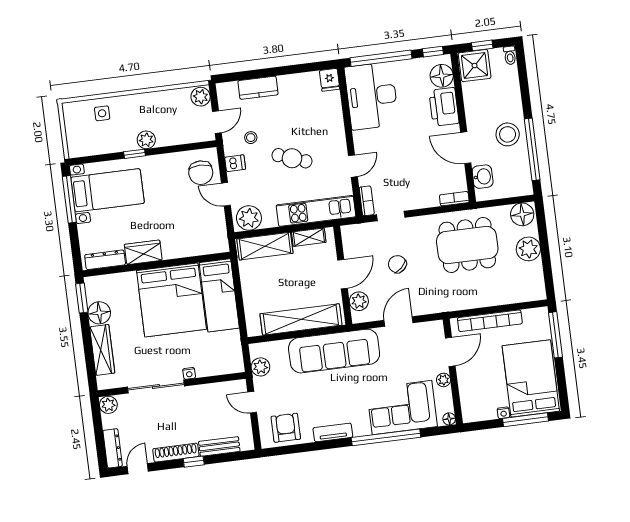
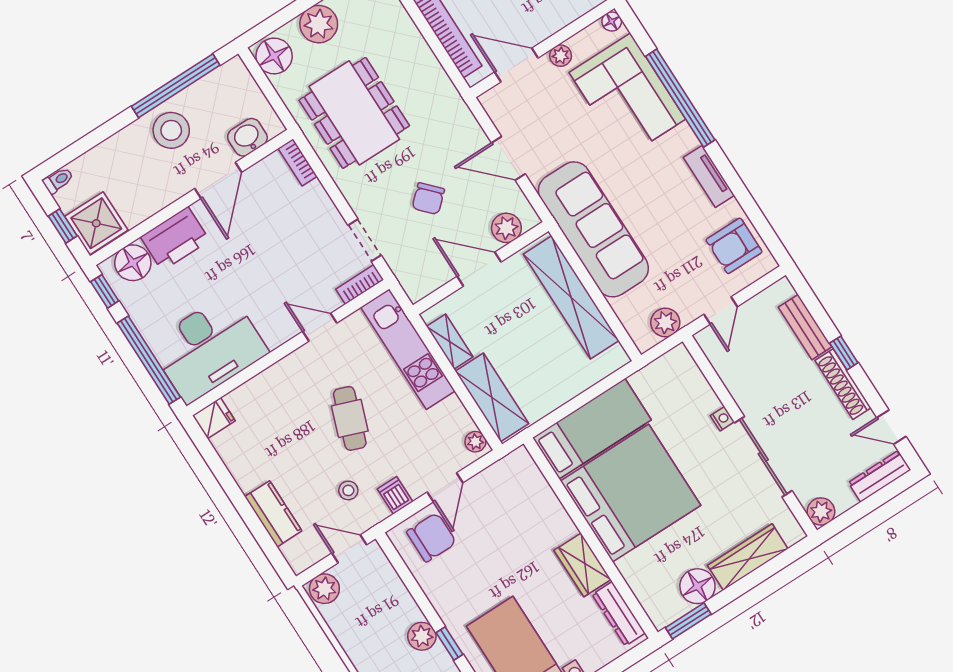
plant: (249, 218) -> (475, 442), width x0.53, depth x0.53

